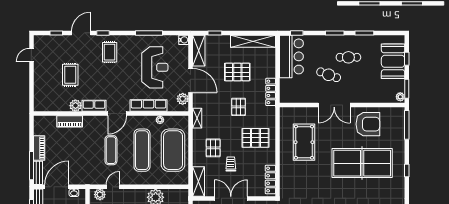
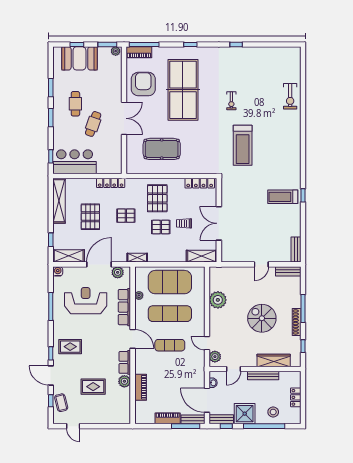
coffee table: (54, 43) -> (61, 403), added
piano: (399, 120) -> (139, 52), added
pallet: (213, 148) -> (161, 227), moved

